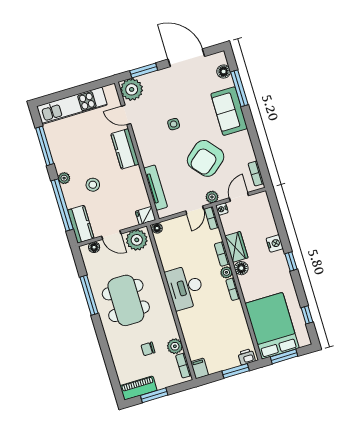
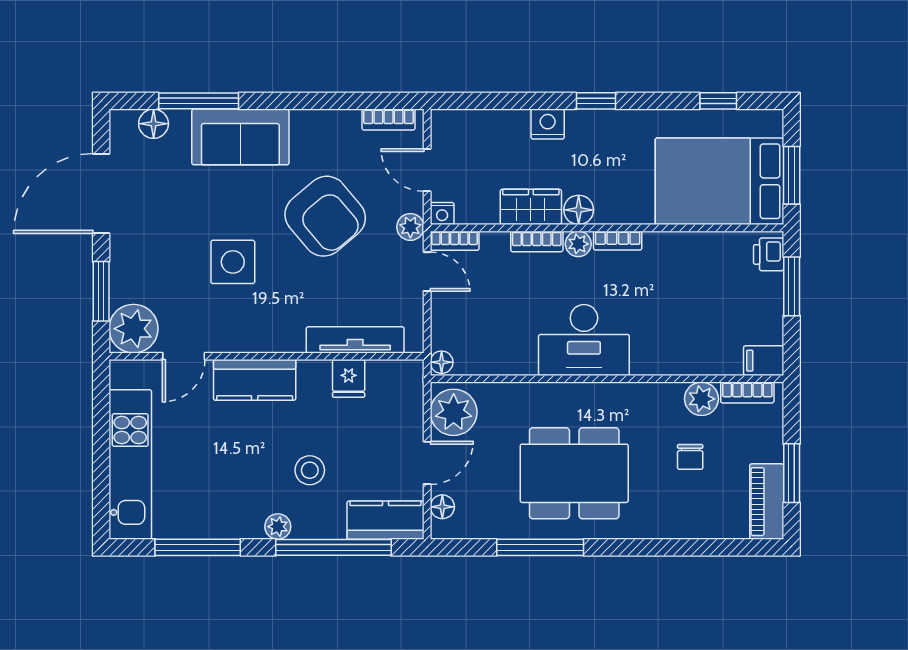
side table: (174, 124) -> (233, 262), width x1.87, depth x1.87
fridge: (146, 216) -> (349, 378), moved

